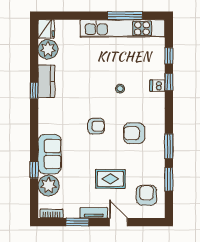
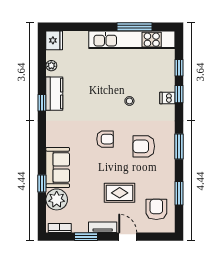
plant: (48, 49) -> (51, 66), width x0.53, depth x0.53
window: (169, 146) -> (179, 146), moved

